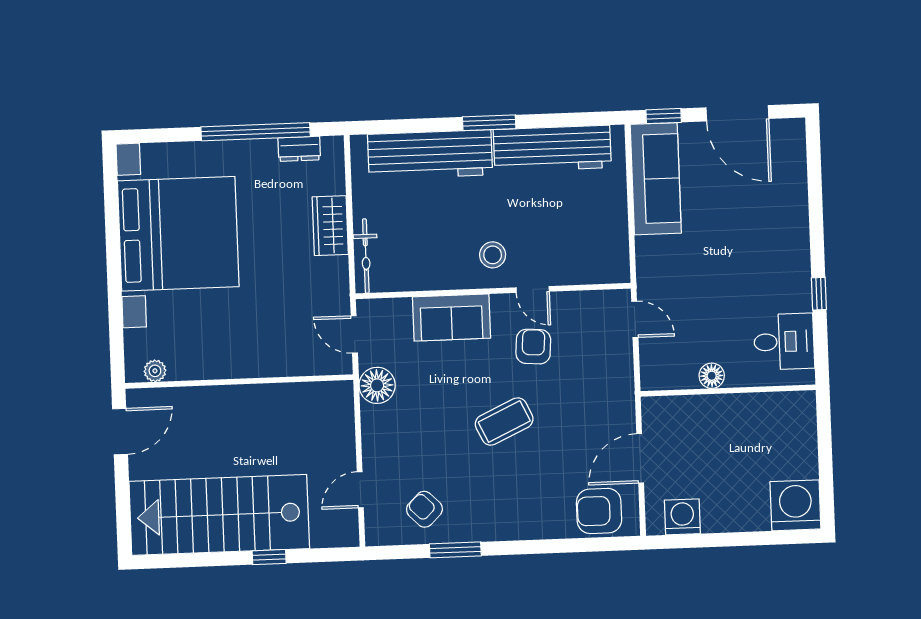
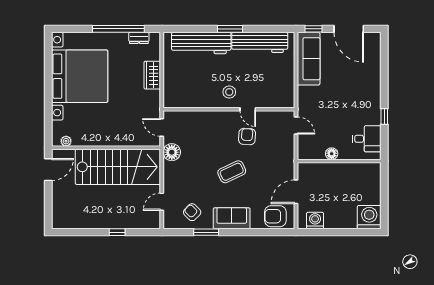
bicycle: (366, 256) -> (169, 90), removed
sofa: (451, 318) -> (232, 218), moved, turned 180
stairs: (219, 515) -> (118, 167), moved, turned 180

